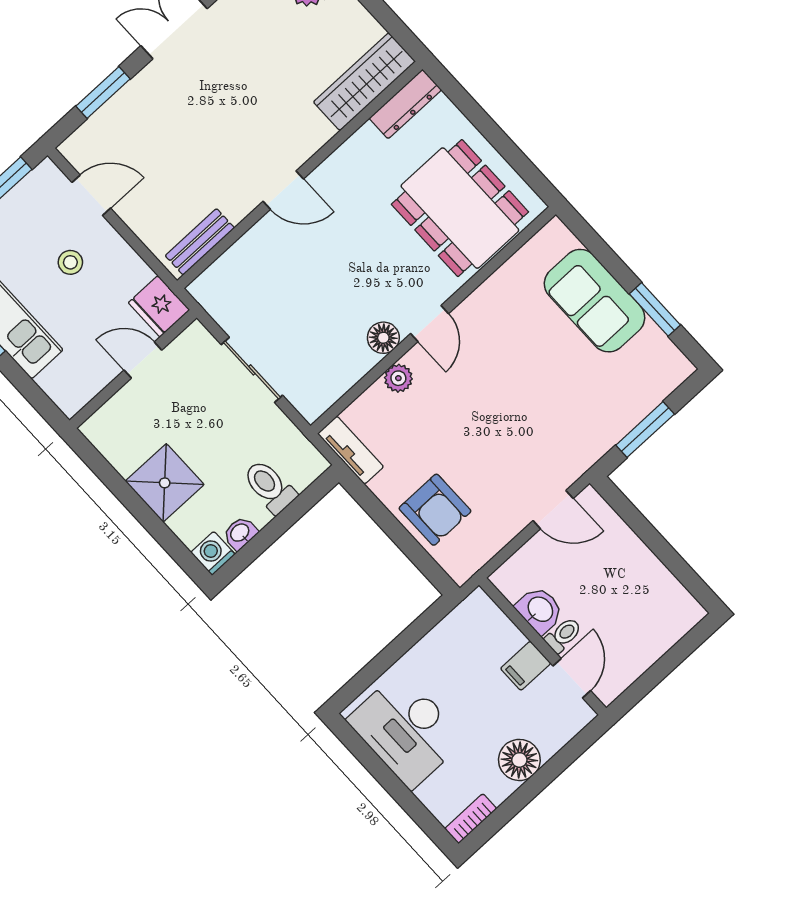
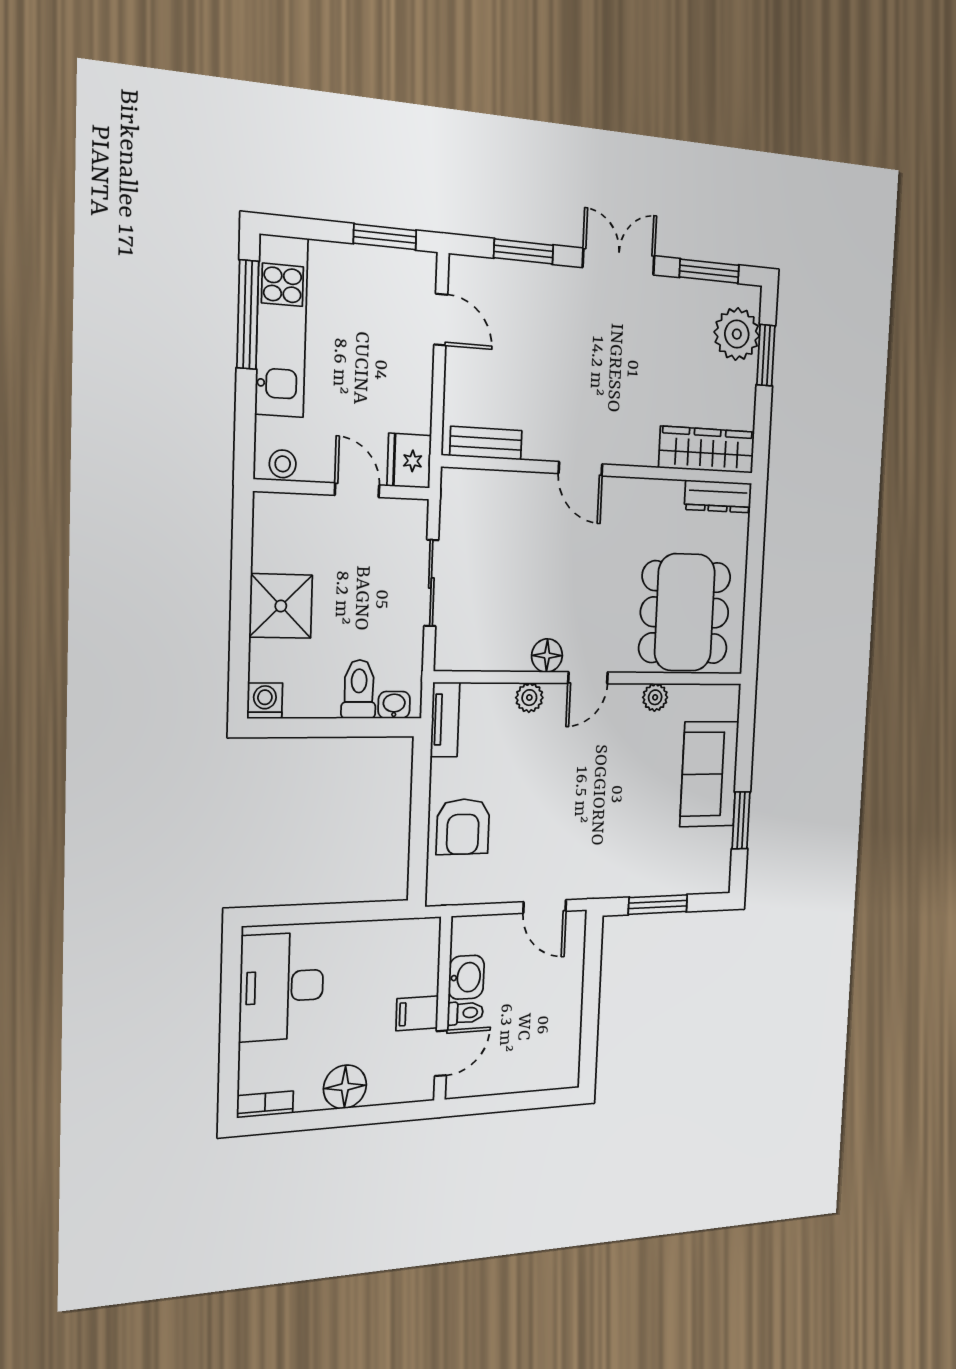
stool: (70, 262) -> (283, 464), moved
plant: (496, 288) -> (655, 697), added
washbasin: (240, 533) -> (394, 705), moved

